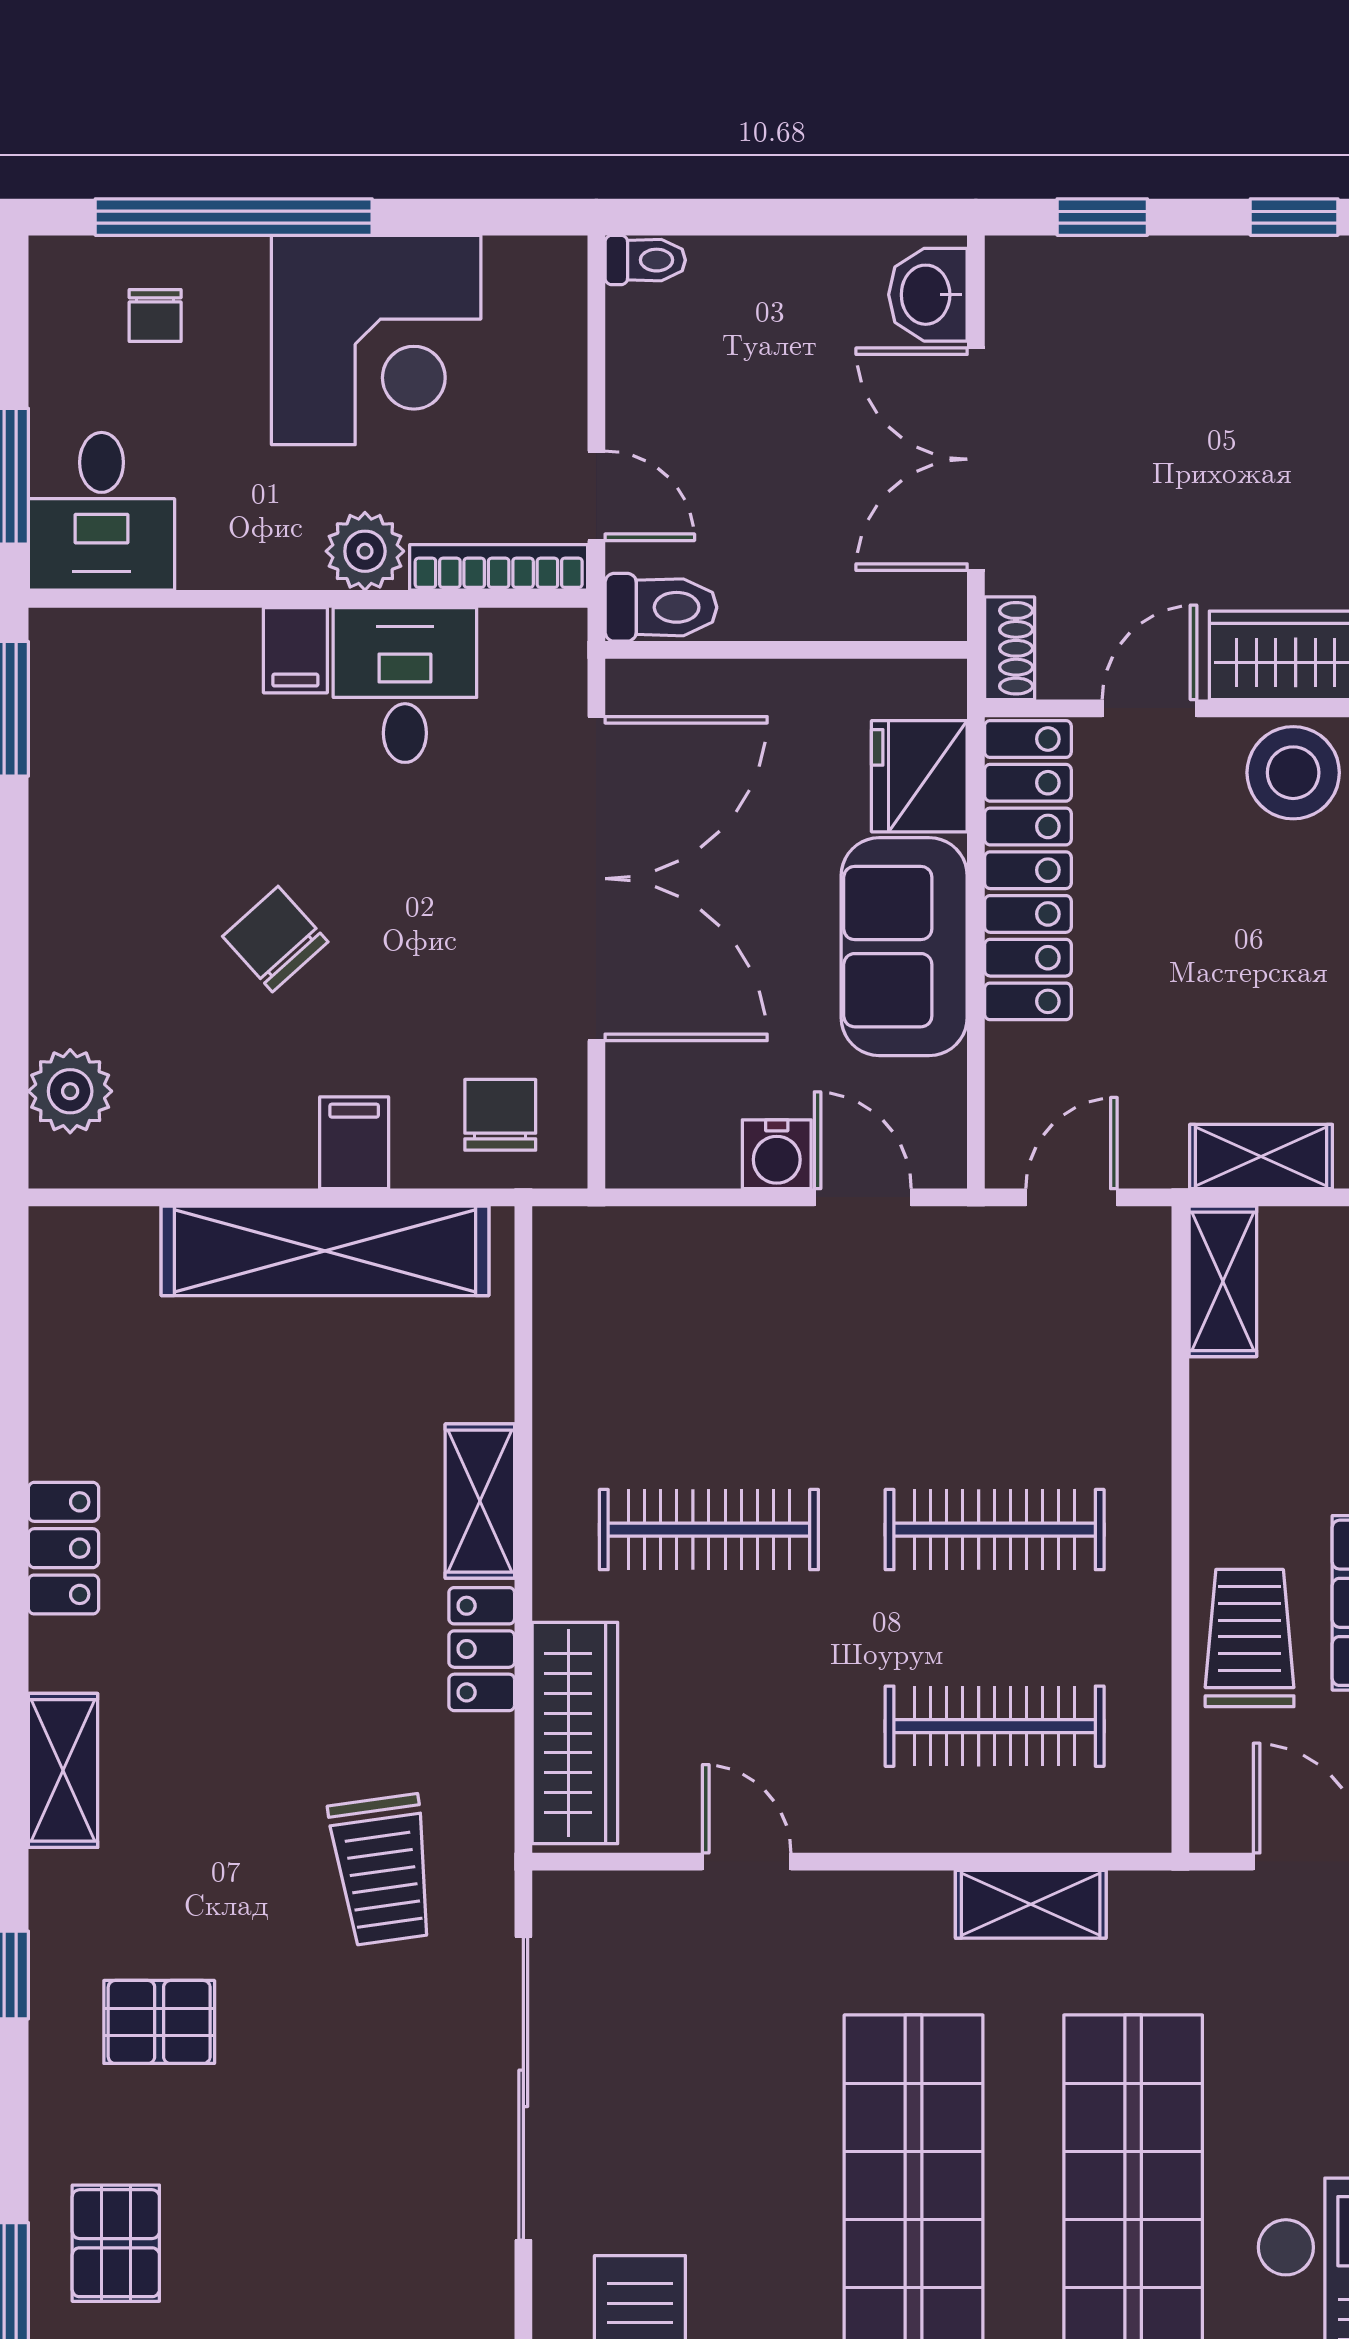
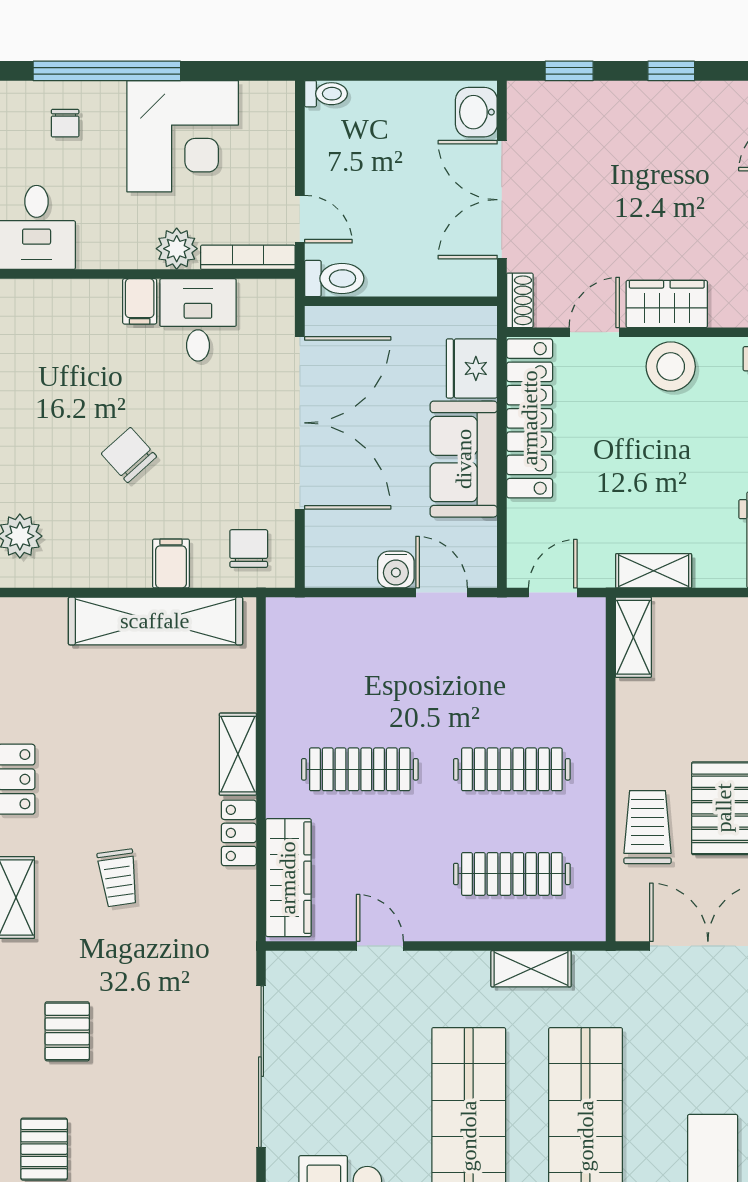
trolley: (382, 1870) -> (118, 878), moved, width x0.73, depth x0.72
pallet: (159, 2022) -> (67, 1031), turned 90

